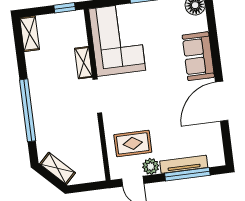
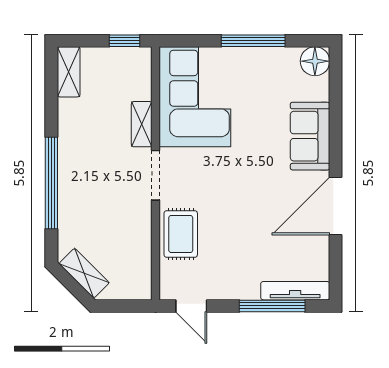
rug: (133, 143) -> (181, 234), moved, turned 90
tv unit: (184, 164) -> (295, 291), moved
plant: (151, 166) -> (220, 288), removed

